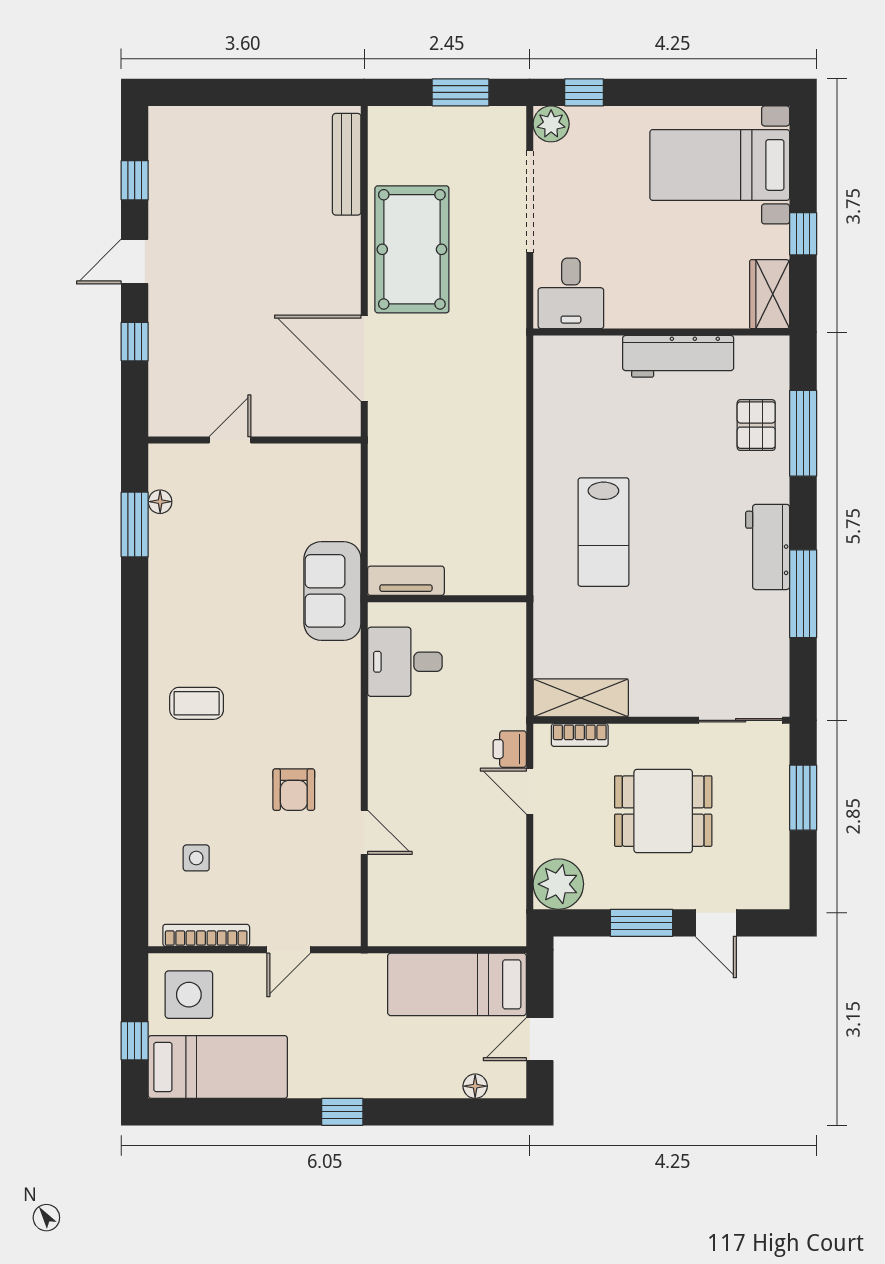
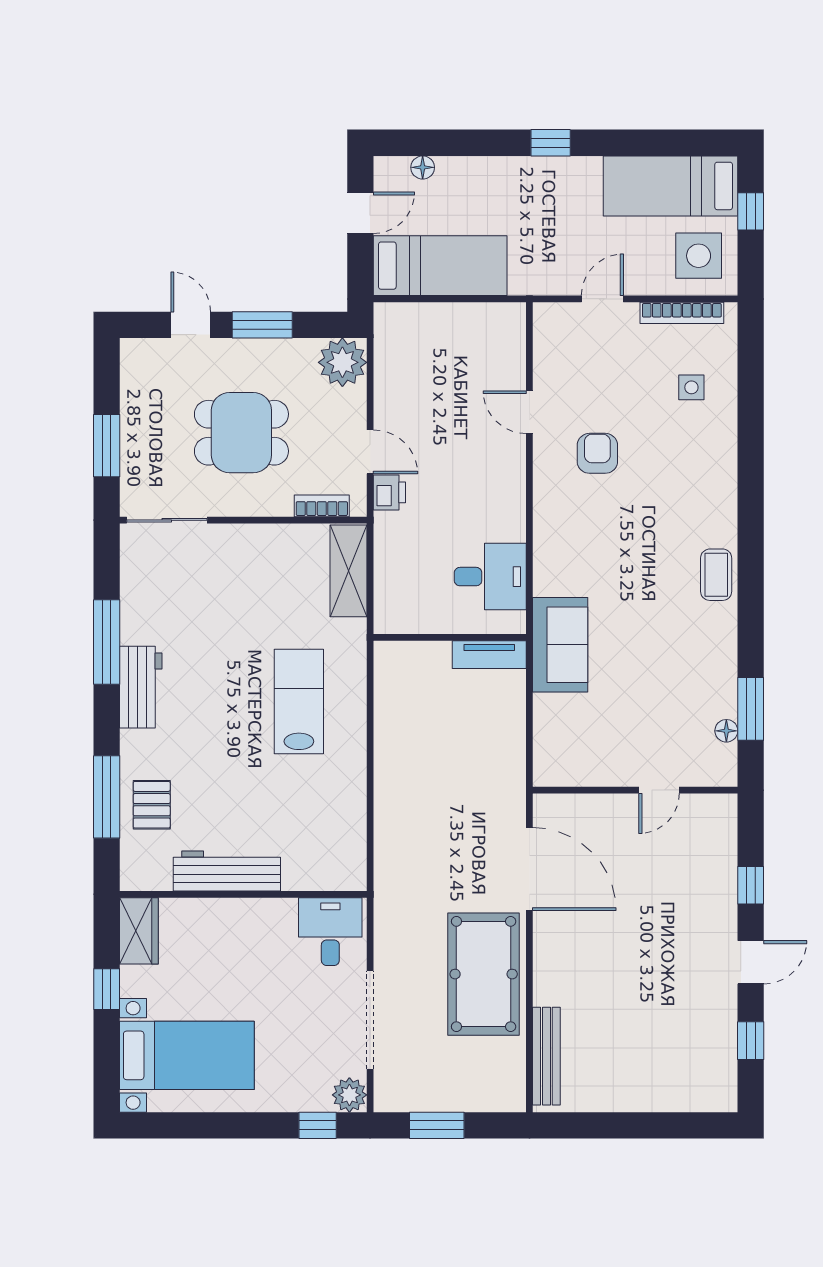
shelving: (581, 698) -> (348, 571), moved, turned 90
coffee table: (197, 703) -> (716, 575), moved, turned 90

